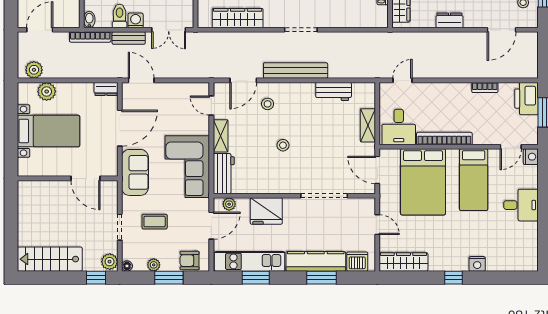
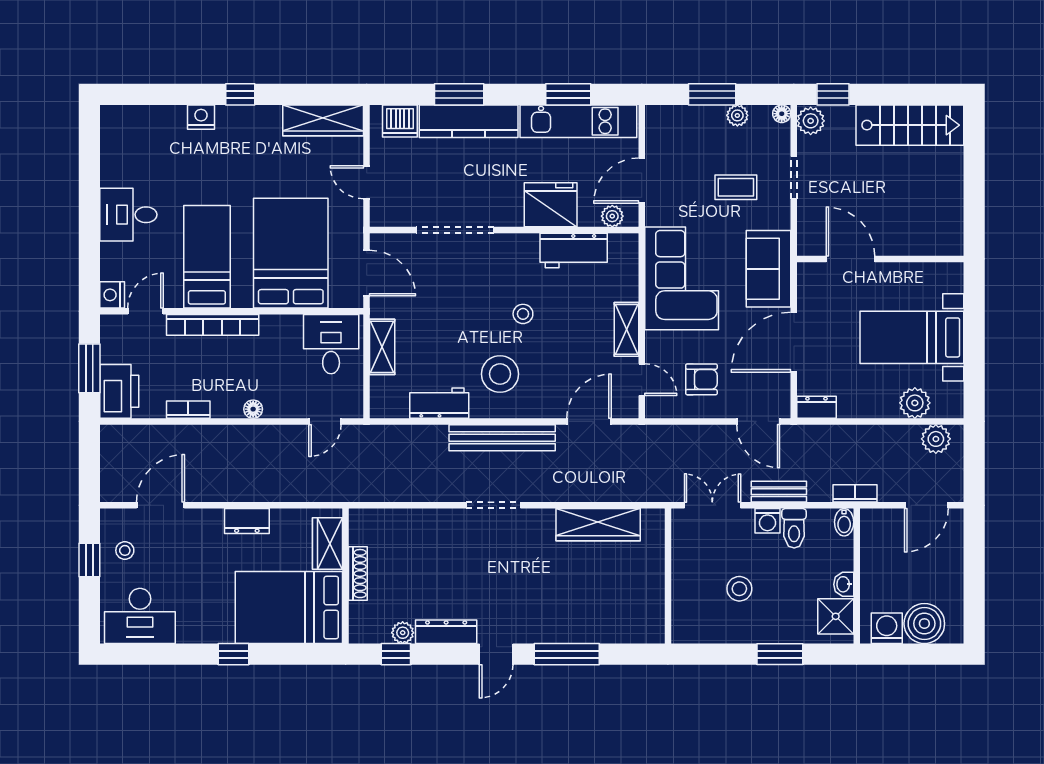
bookcase: (90, 37) -> (855, 493), width x0.64
floor lamp: (446, 88) -> (253, 409), added
stool: (268, 104) -> (500, 374), moved, width x1.89, depth x1.89
bookcase: (444, 139) -> (213, 325), moved
workbench: (224, 174) -> (574, 251), moved, turned -90
armchair: (190, 261) -> (701, 379), moved

